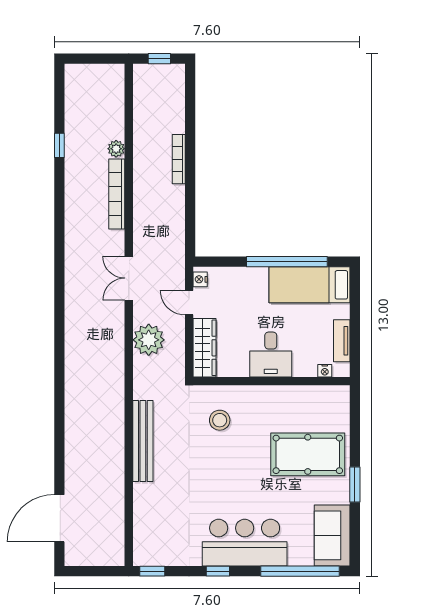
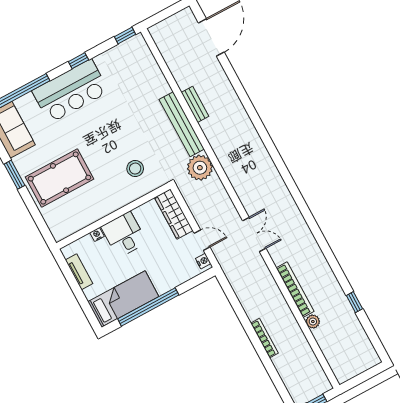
plant: (149, 340) -> (200, 168), moved
nightstand: (325, 371) -> (97, 235), moved
bench: (117, 455) -> (195, 104), added

